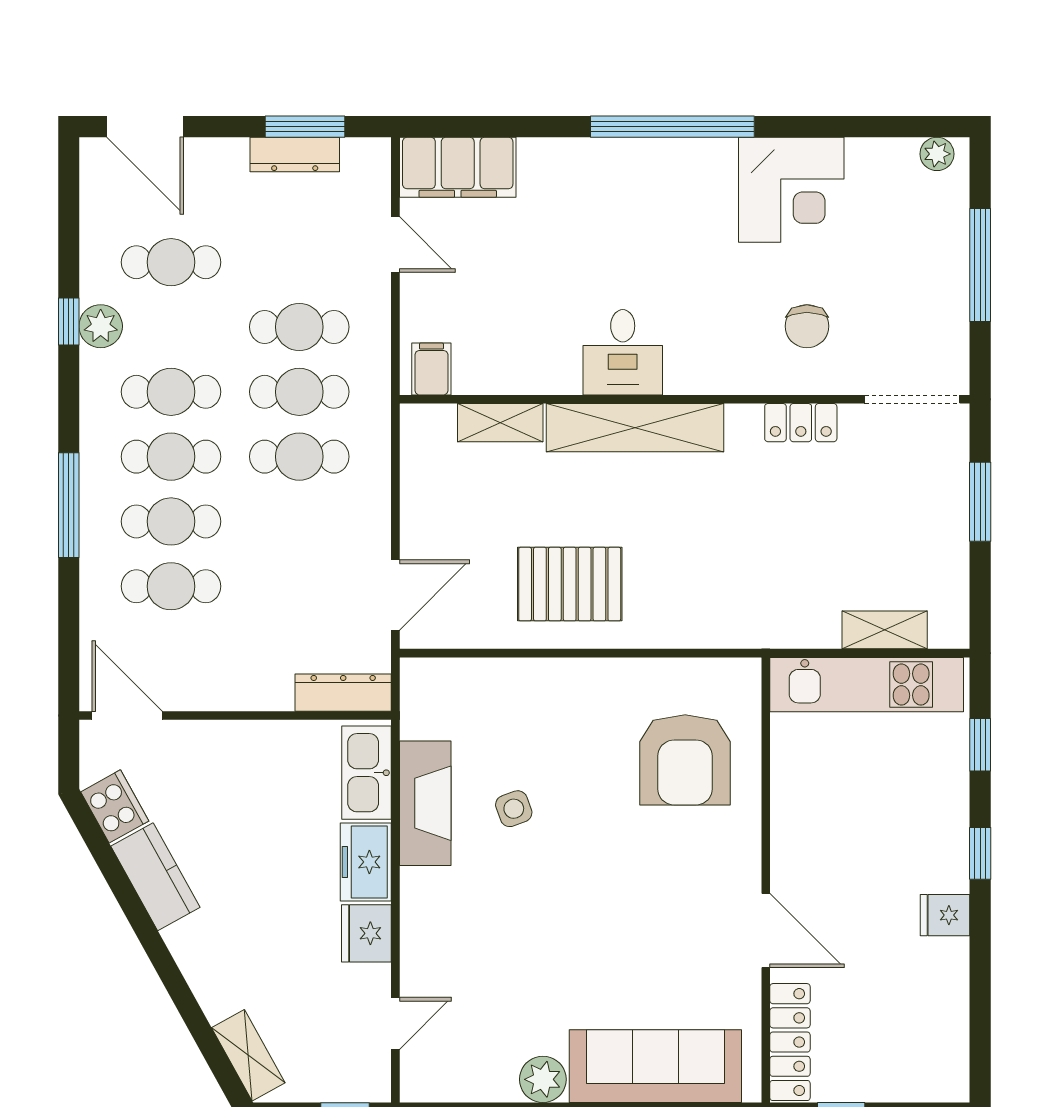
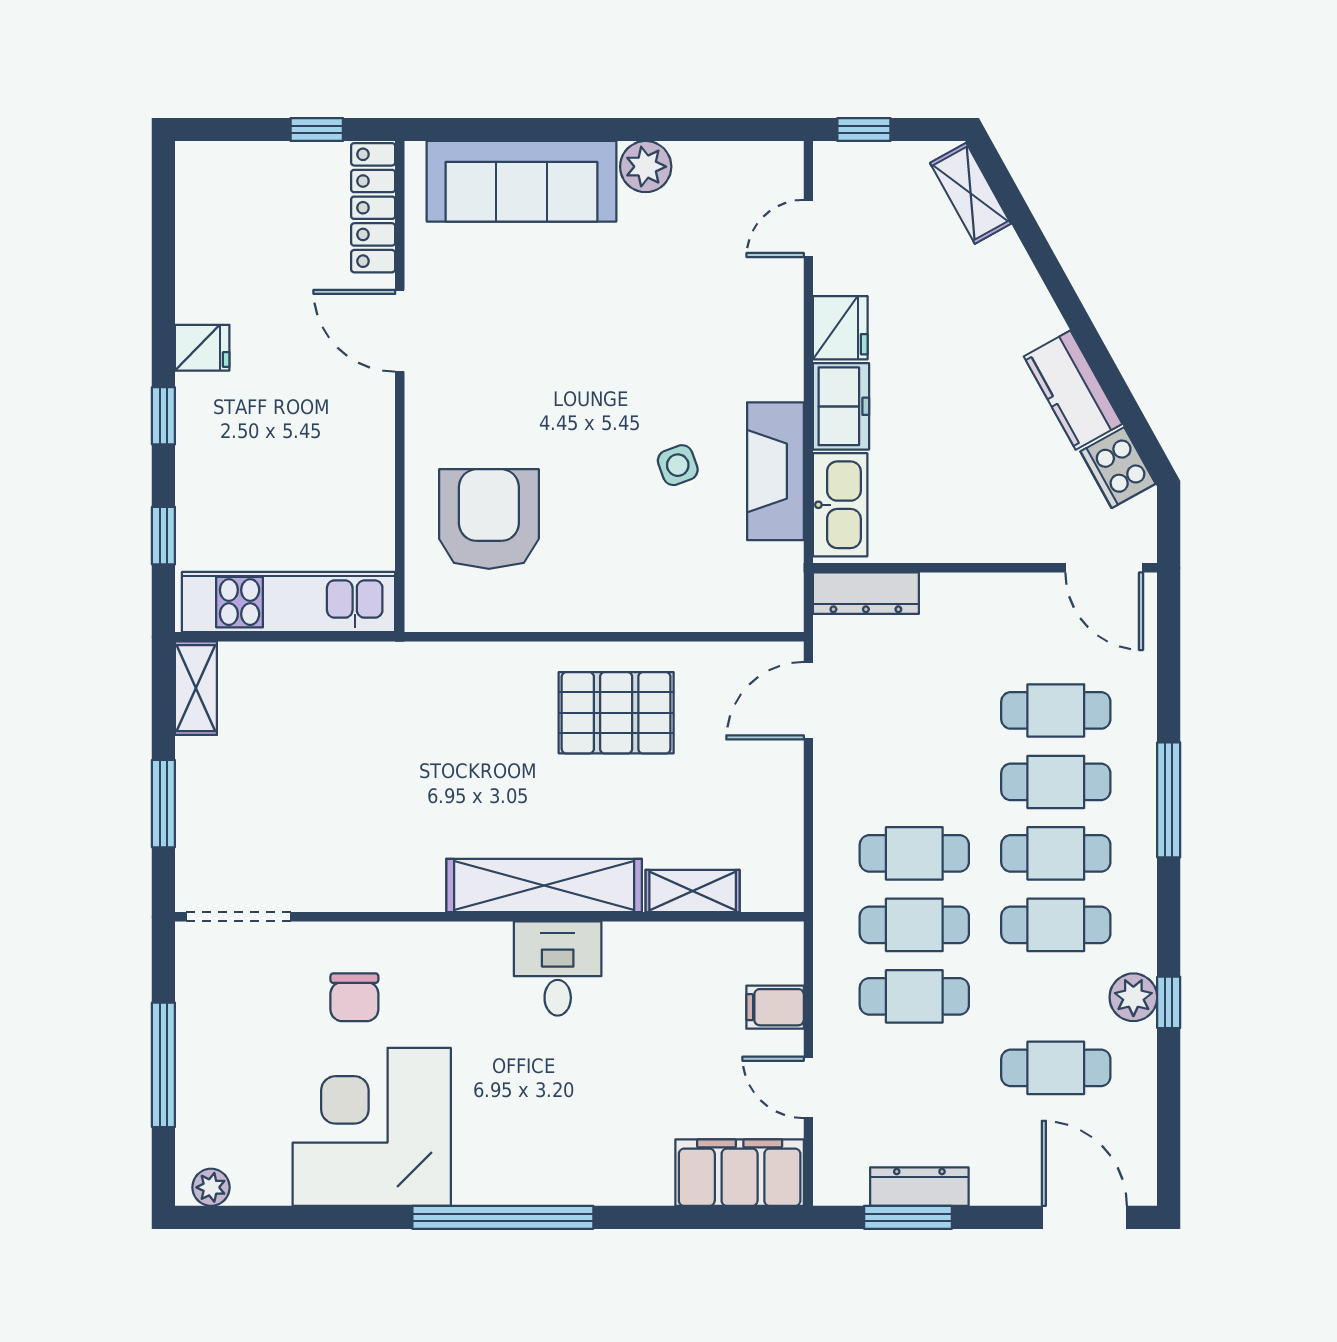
corner desk: (791, 190) -> (372, 1127), width x1.36, depth x1.36
chair: (807, 326) -> (354, 997), turned 180
filing cabinet: (431, 369) -> (775, 1007), moved, turned 90
locker: (801, 423) -> (361, 891), removed
shelving: (885, 630) -> (196, 688), moved, turned 90

